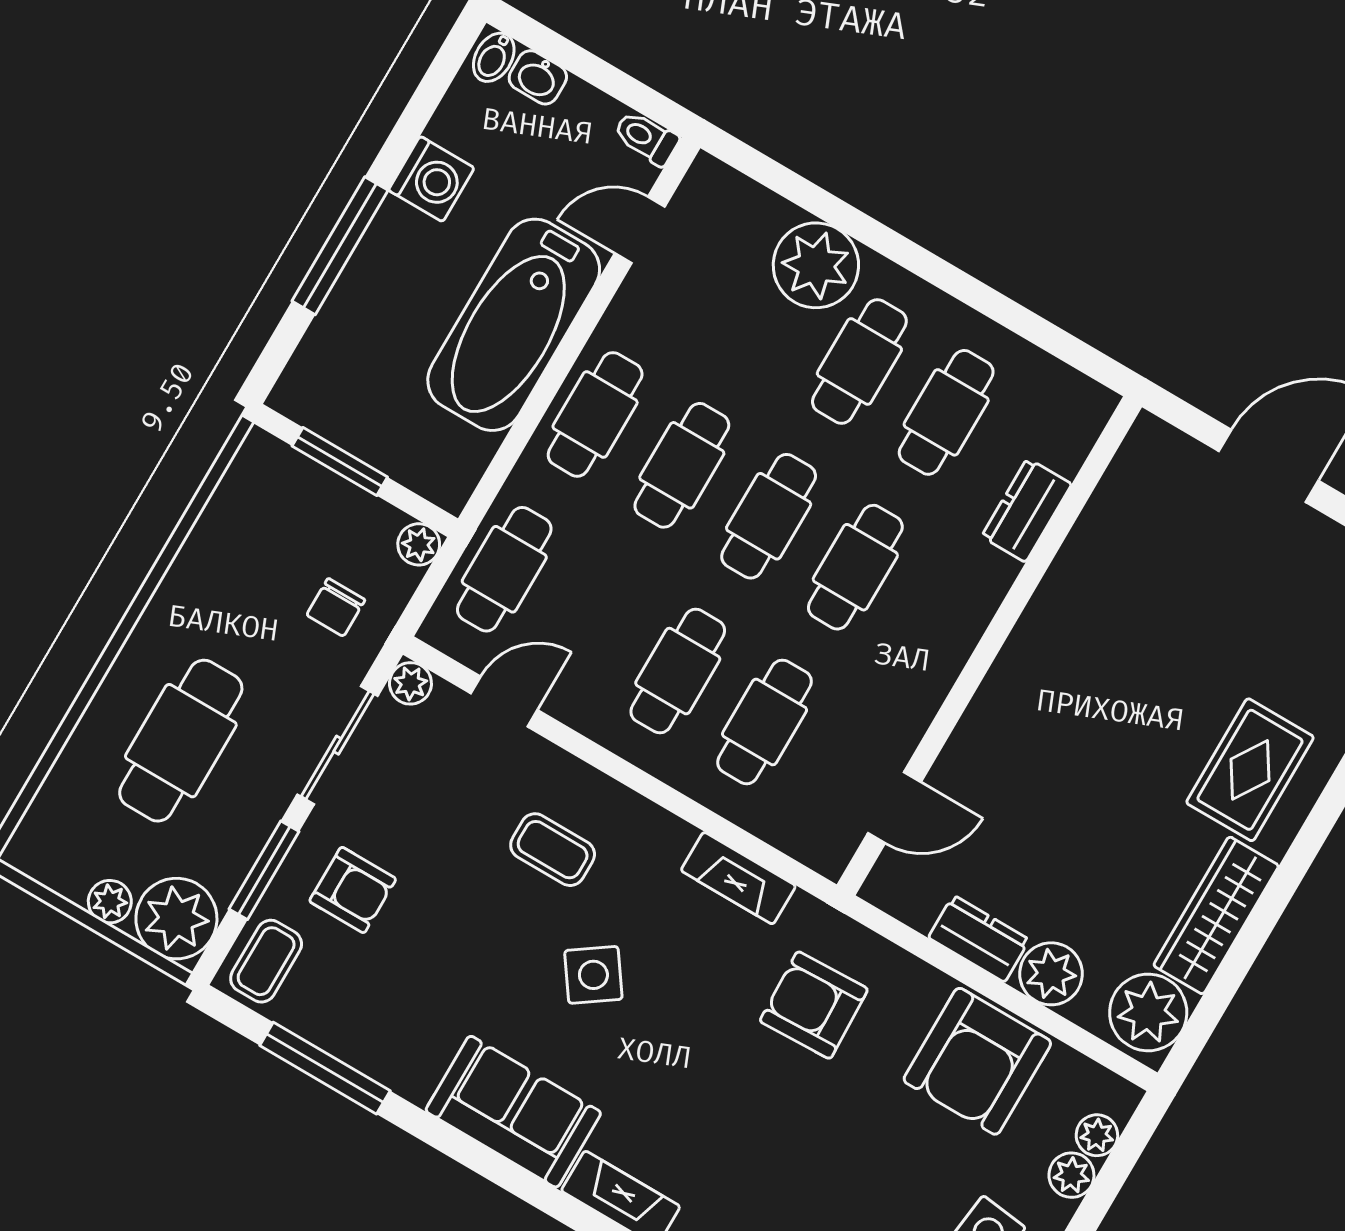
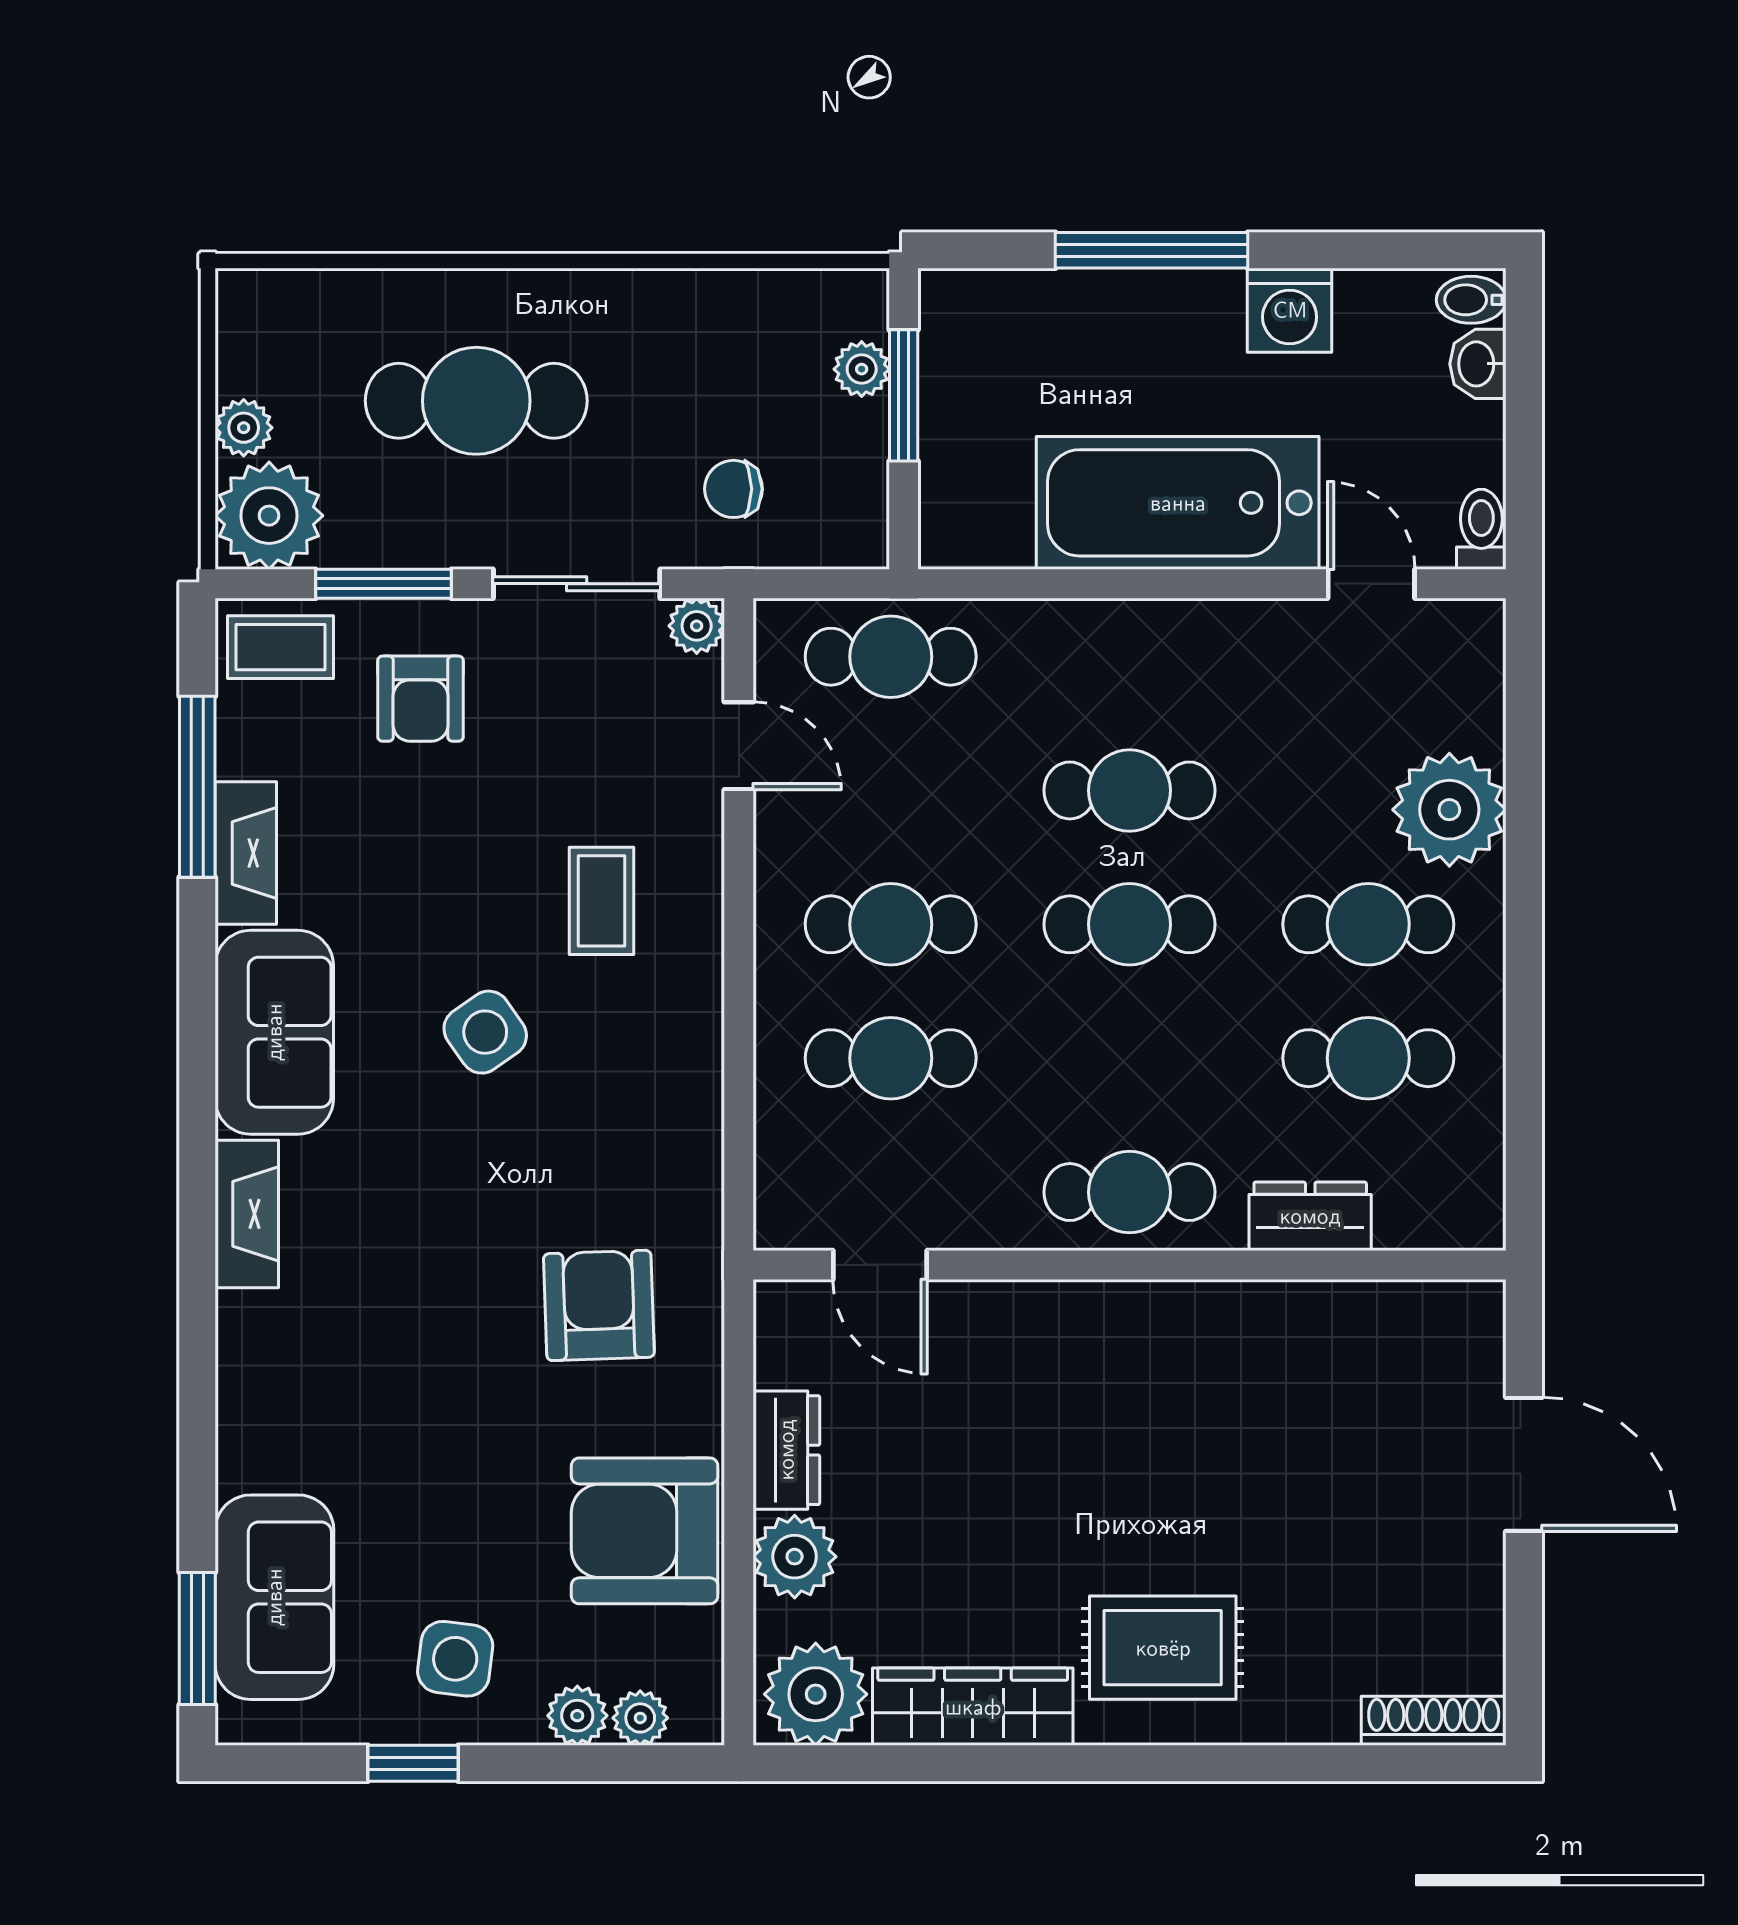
cafe table: (595, 414) -> (1130, 657), removed
plant: (419, 544) -> (862, 369), moved
cafe table: (855, 567) -> (1130, 1192), moved
fireplace: (738, 878) -> (246, 853), moved, turned 180

